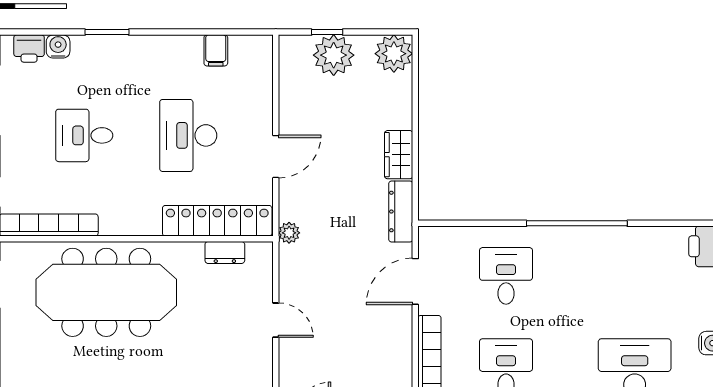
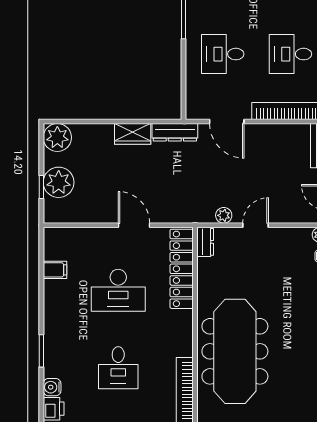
plant: (289, 233) -> (224, 215), moved
dresser: (225, 252) -> (205, 242), moved

